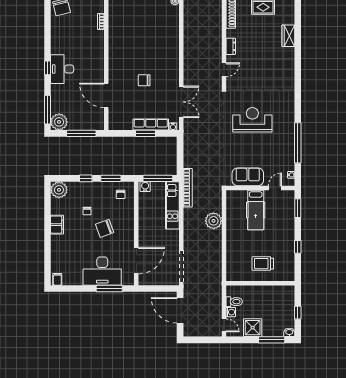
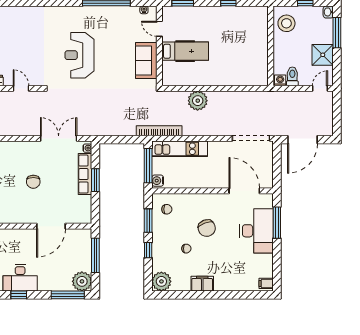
trolley: (263, 264) -> (248, 43), removed
stool: (280, 297) -> (286, 23), added
washing machine: (231, 312) -> (280, 80), moved

